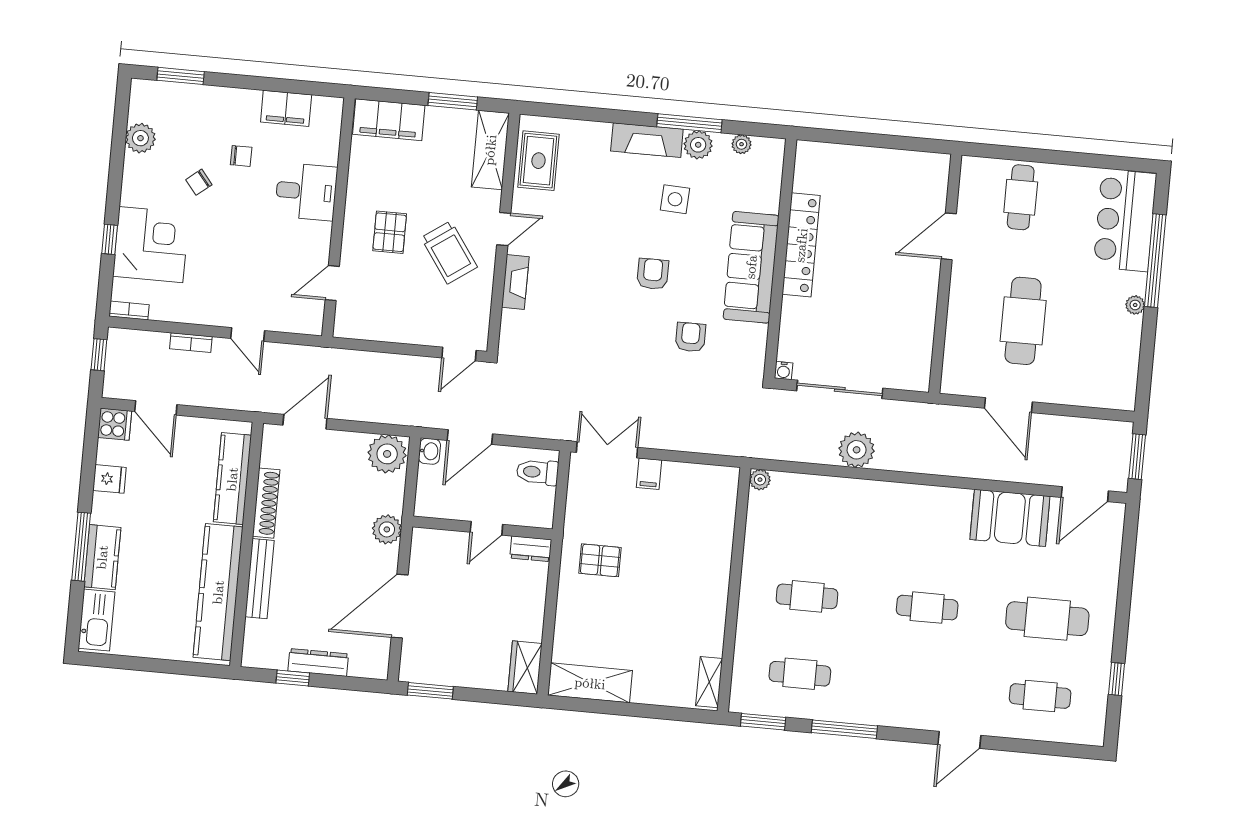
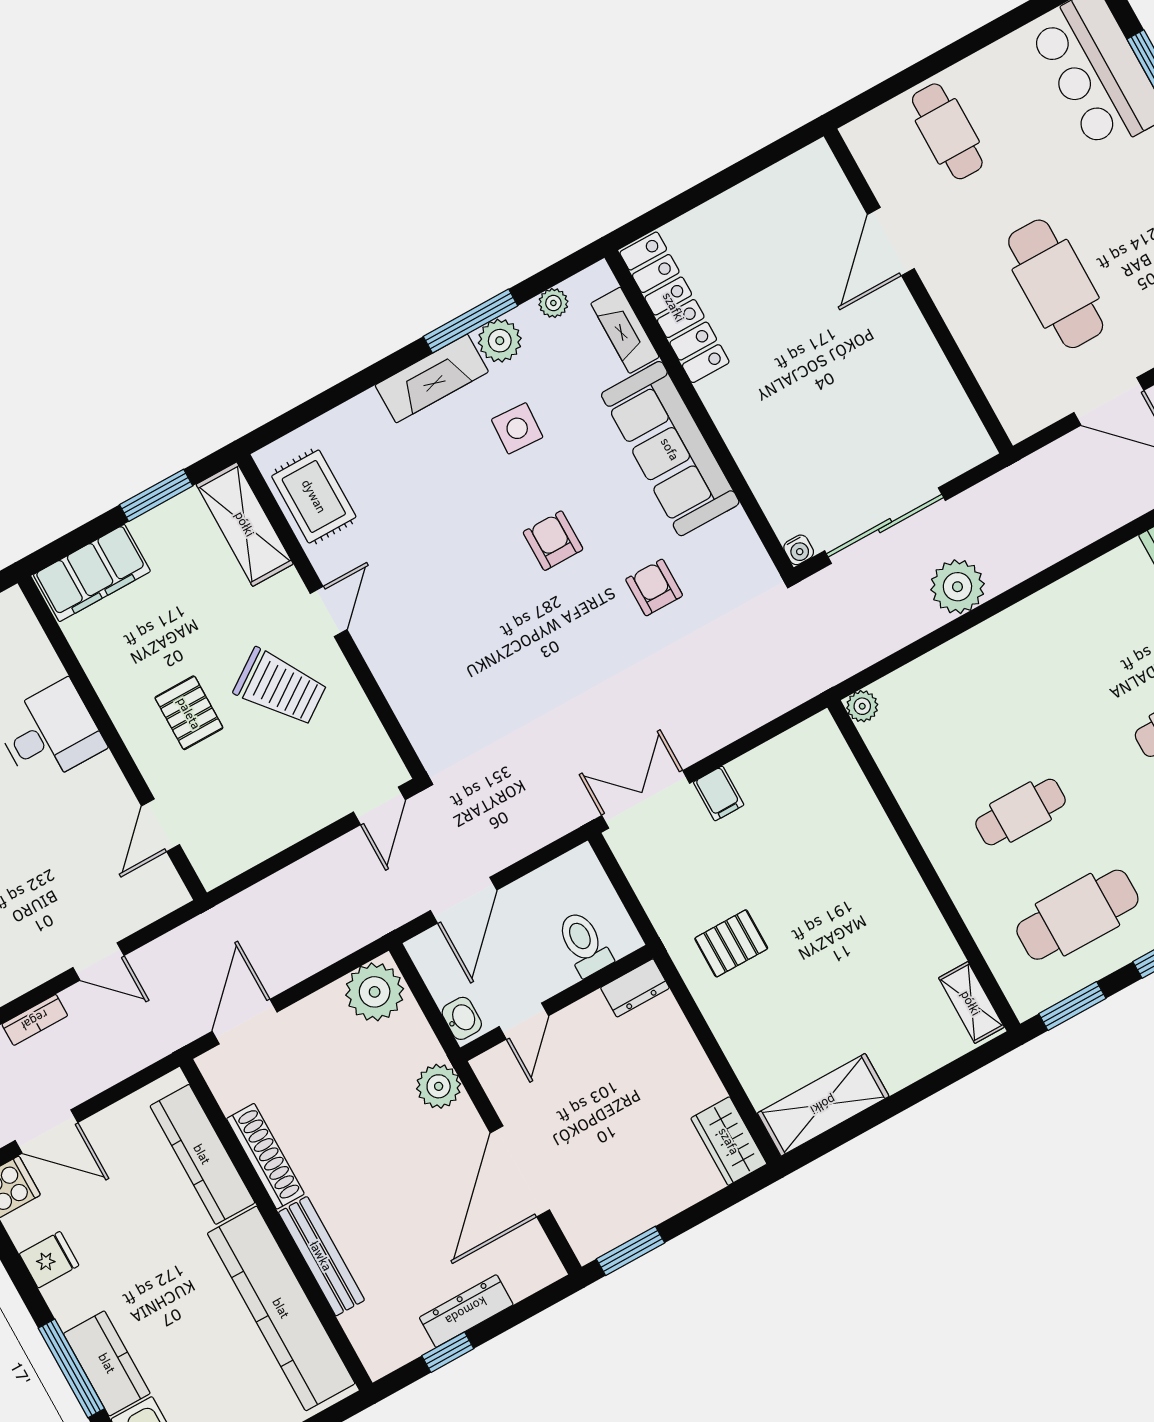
locker: (801, 245) -> (674, 307), moved
fireplace: (515, 282) -> (625, 330), moved, turned 180
washbasin: (429, 451) -> (462, 1018), moved
toilet: (537, 472) -> (584, 944), moved, turned 90
door: (486, 528) -> (524, 1021), moved
cafe table: (800, 674) -> (1077, 915), width x1.37, depth x1.35

